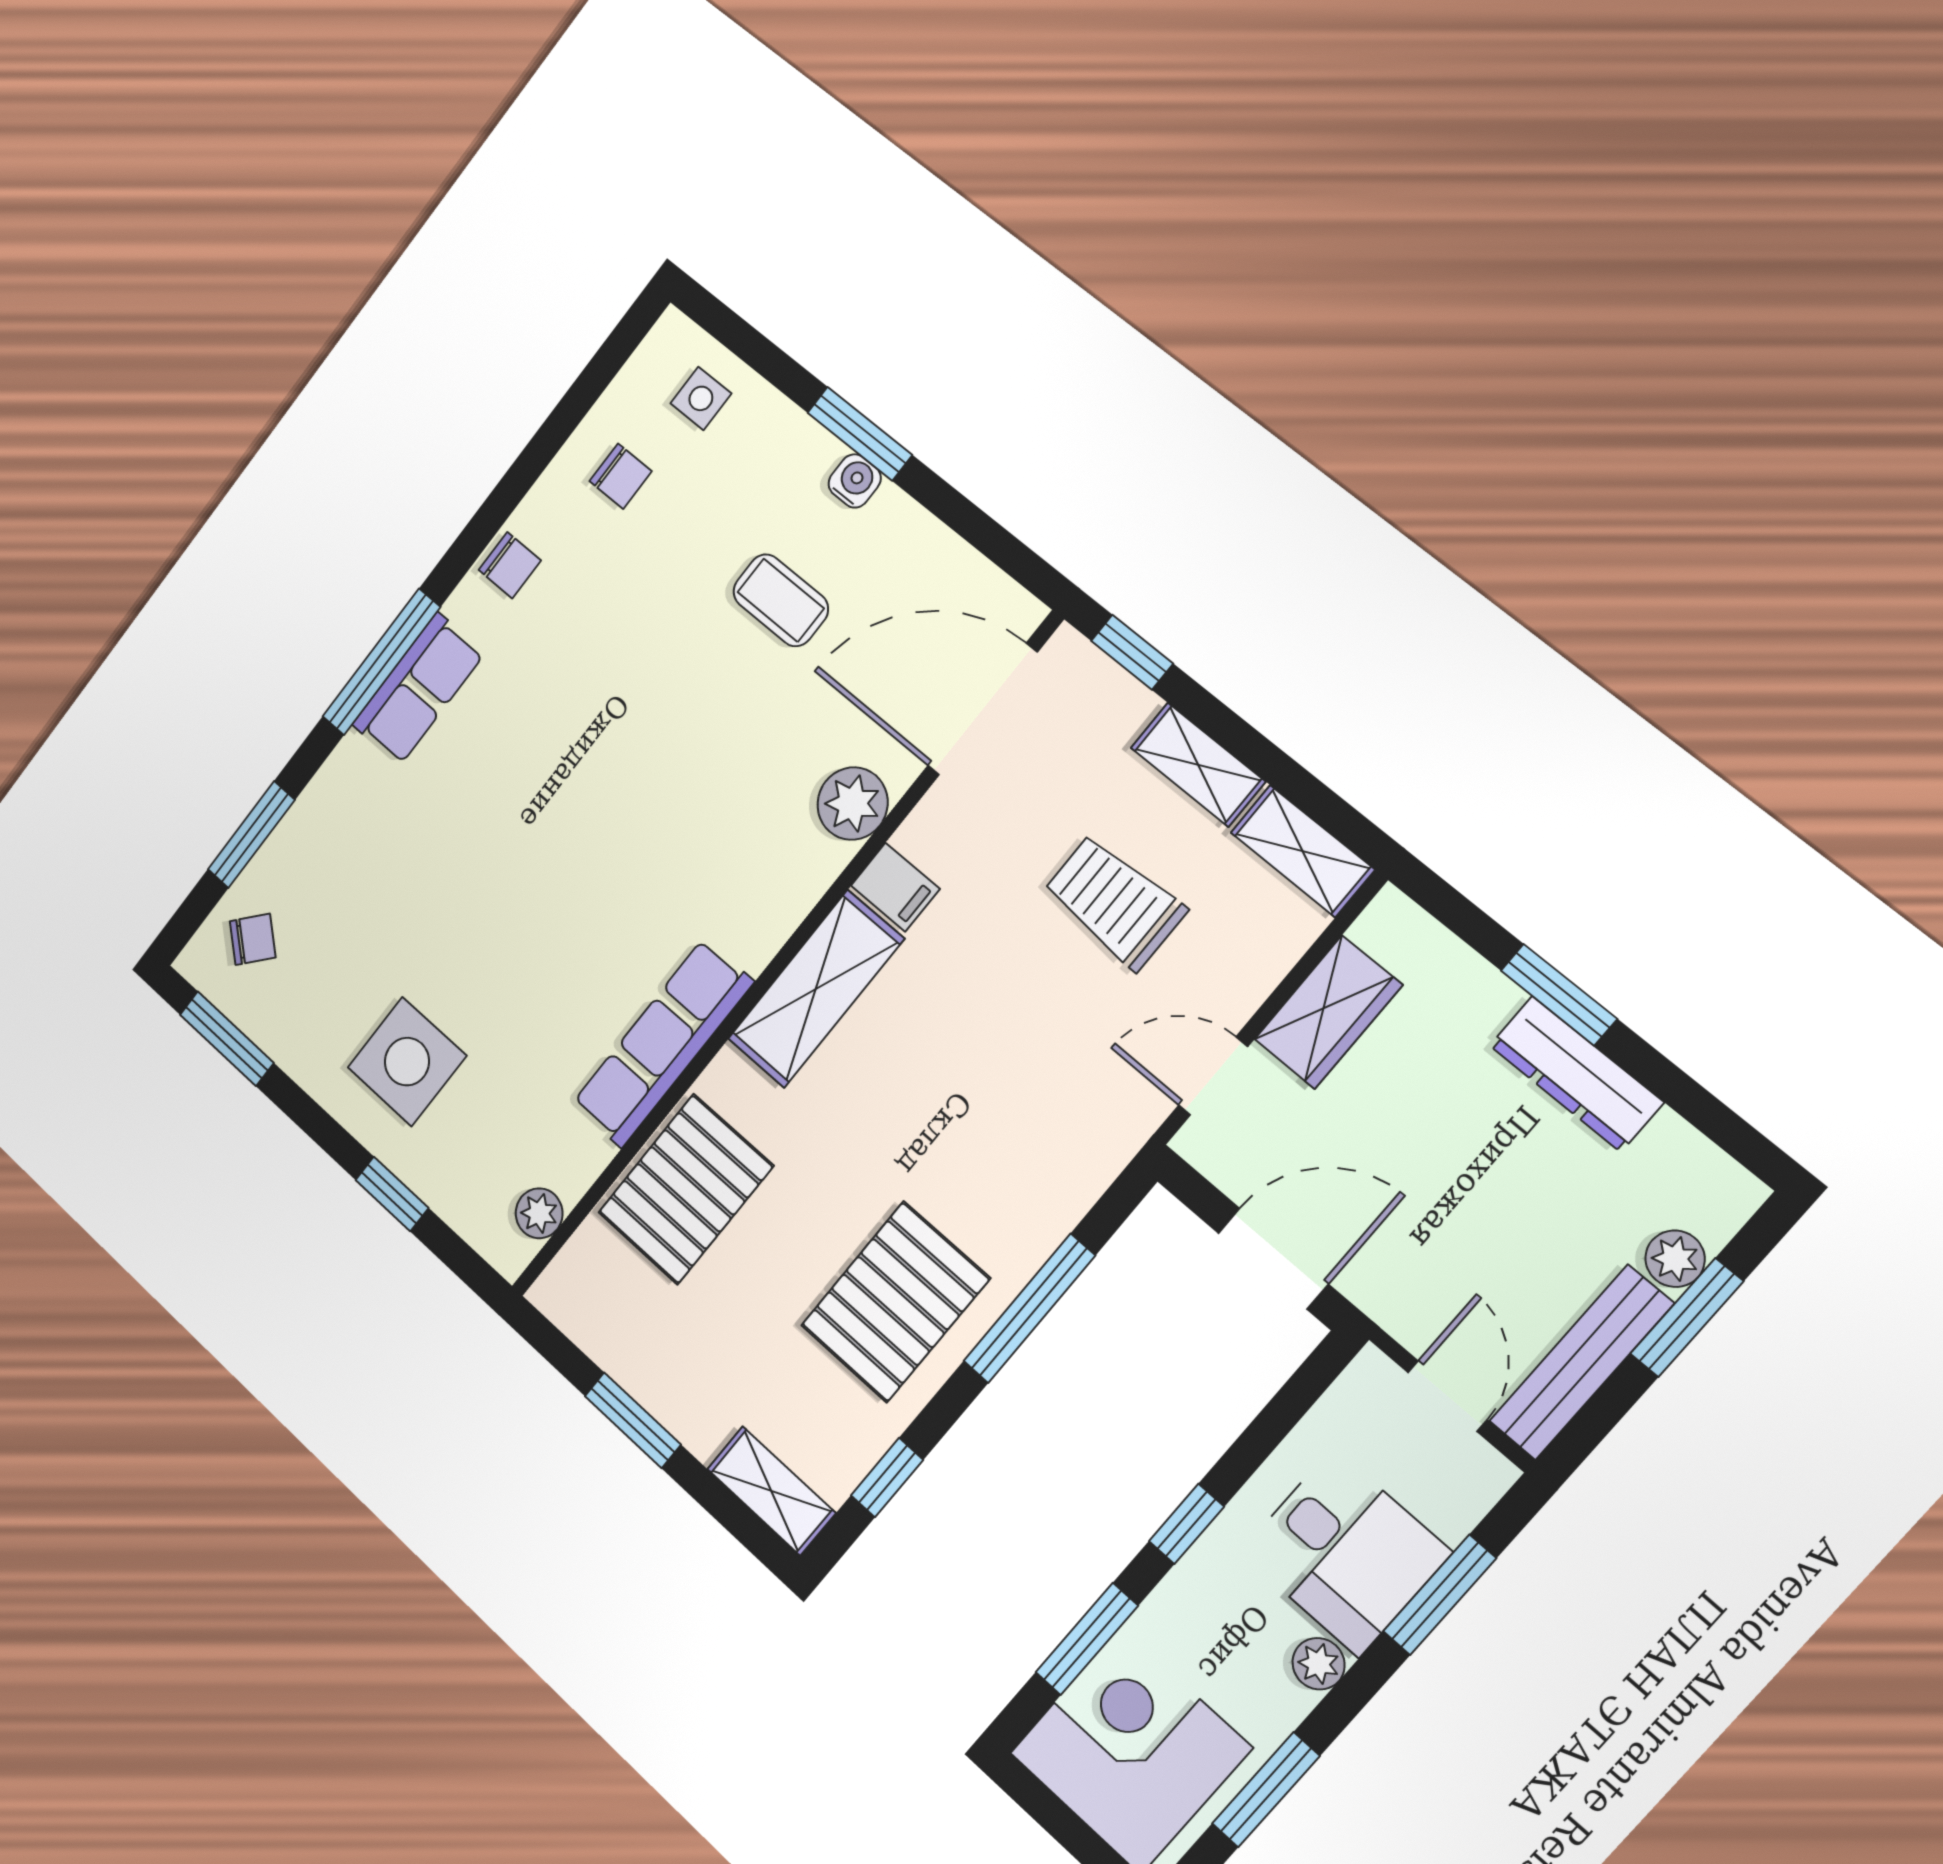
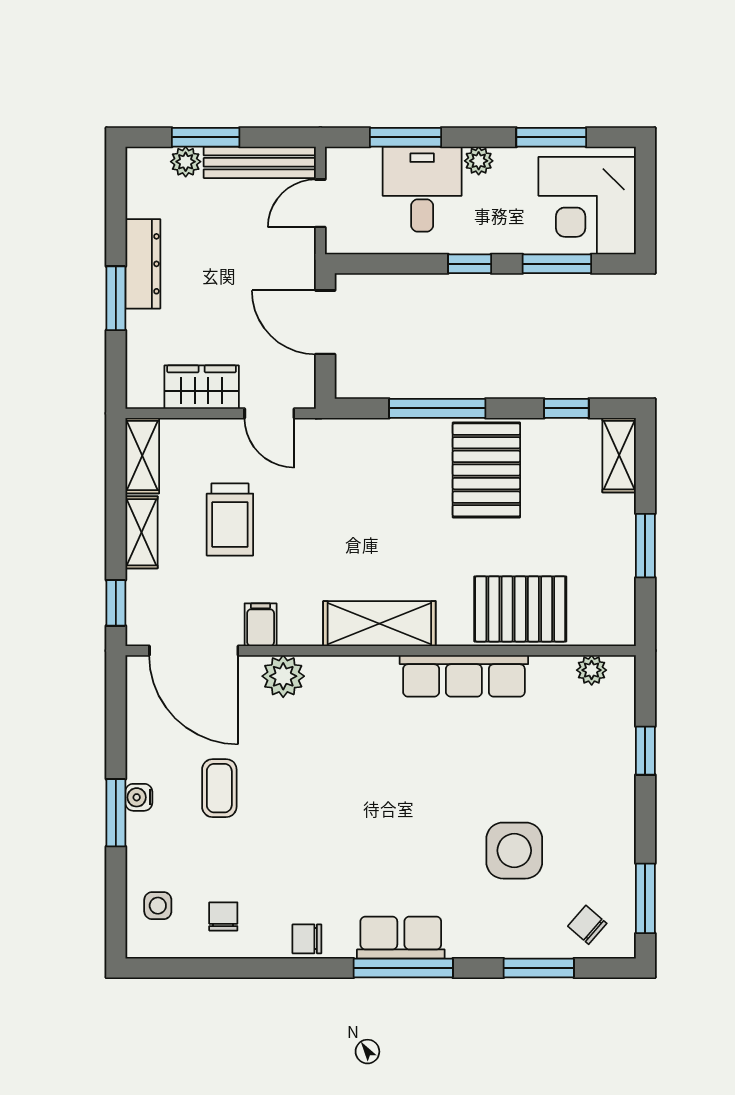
chair: (510, 565) -> (307, 939), turned -90
filing cabinet: (895, 887) -> (261, 625), moved
side table: (407, 1062) -> (514, 851), moved
pallet: (895, 1302) -> (486, 470), turned 90

